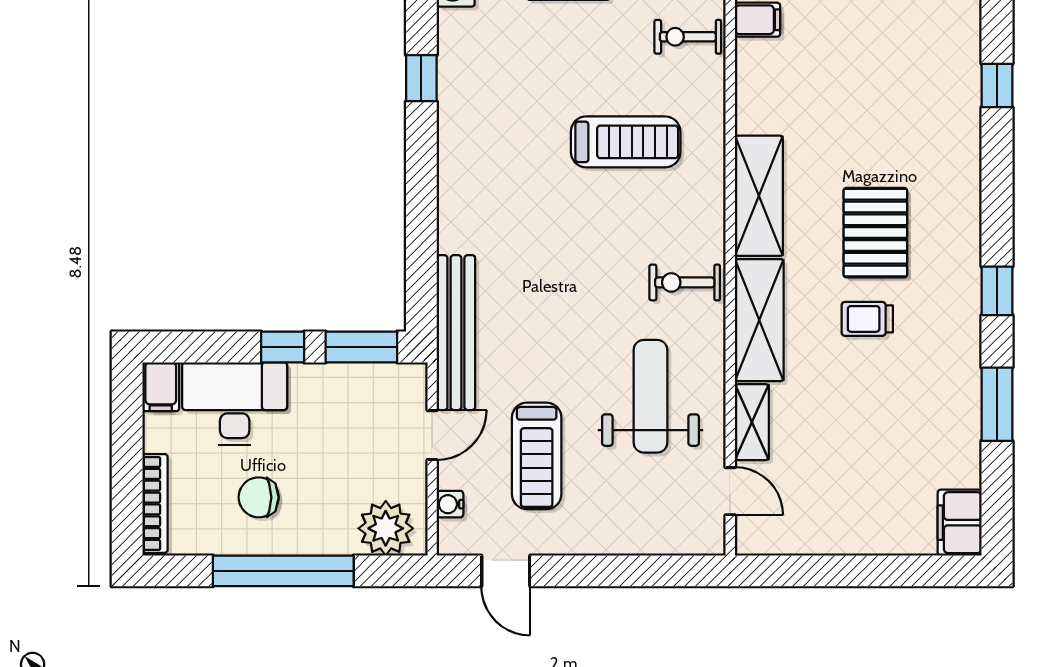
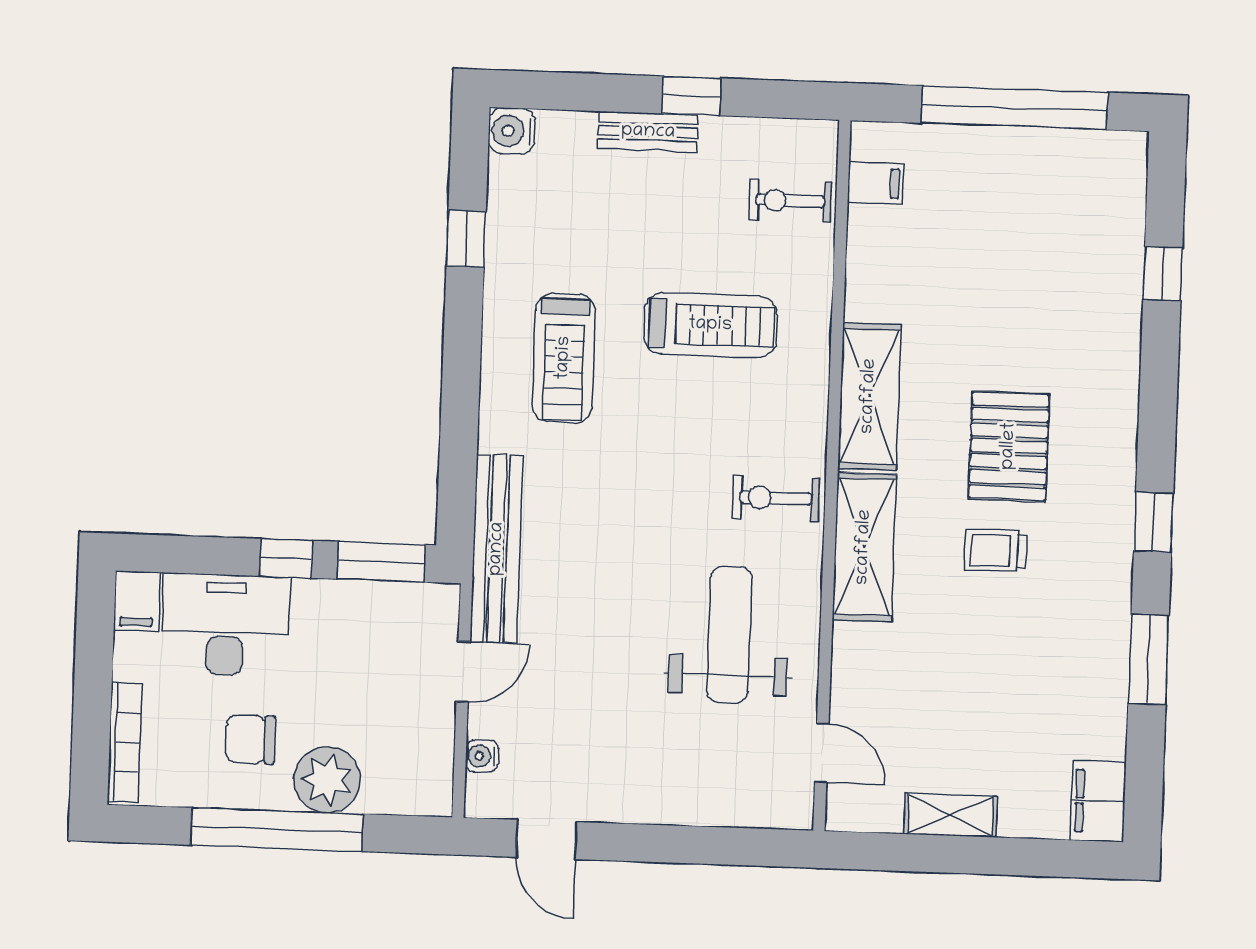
shelving: (752, 422) -> (950, 815), moved, turned 90
treadmill: (537, 456) -> (564, 358), moved
plant: (386, 528) -> (327, 780), moved

